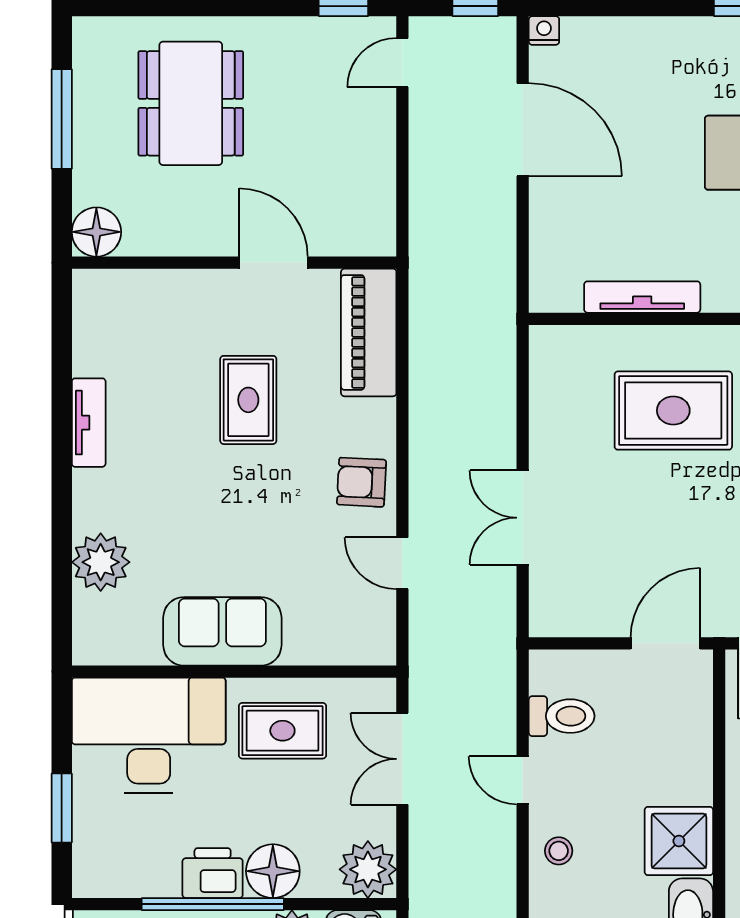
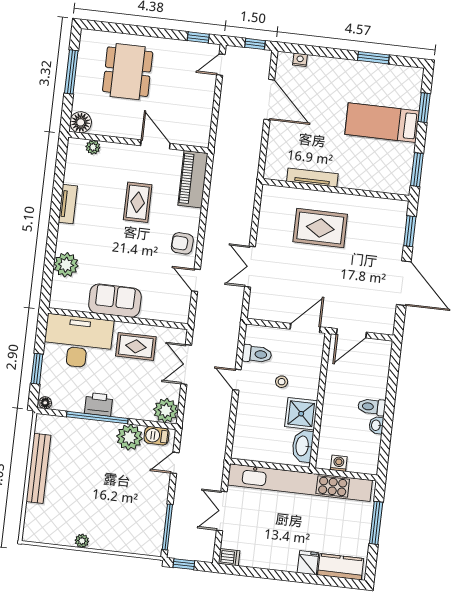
nightstand: (544, 30) -> (300, 60), moved
plant: (131, 285) -> (93, 147), added
stool: (559, 851) -> (282, 382), moved
floor lamp: (273, 871) -> (45, 403), moved, width x0.53, depth x0.53

